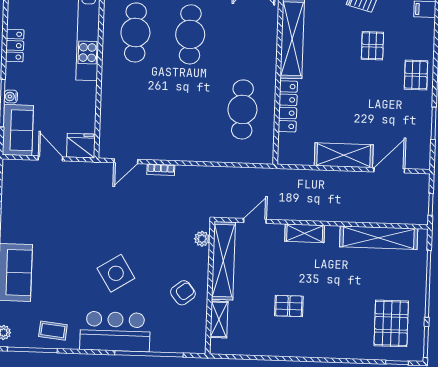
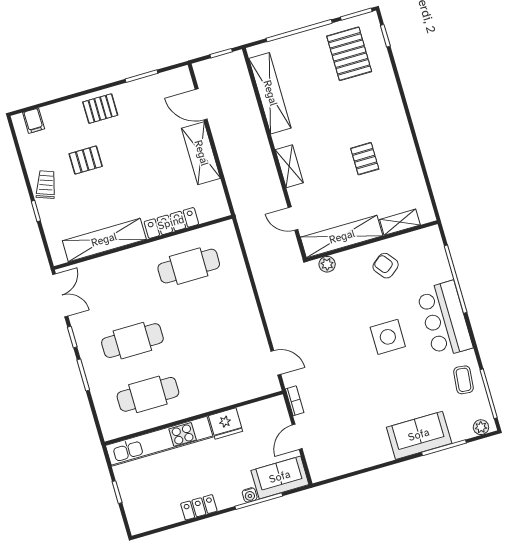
fridge: (81, 146) -> (226, 424), moved, turned -90
bookcase: (161, 170) -> (295, 401), moved
side table: (116, 273) -> (388, 337), turned 32
pallet: (391, 323) -> (349, 54), turned 90

